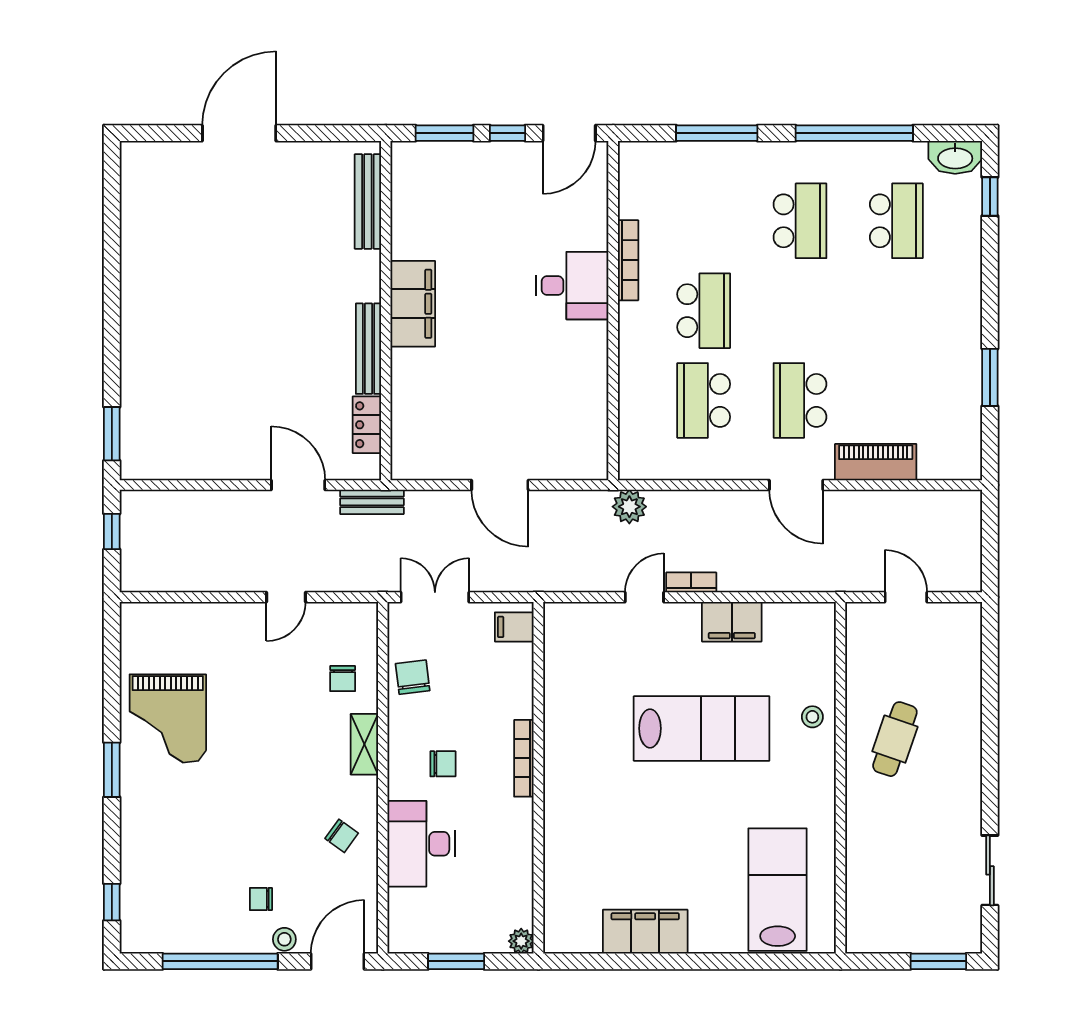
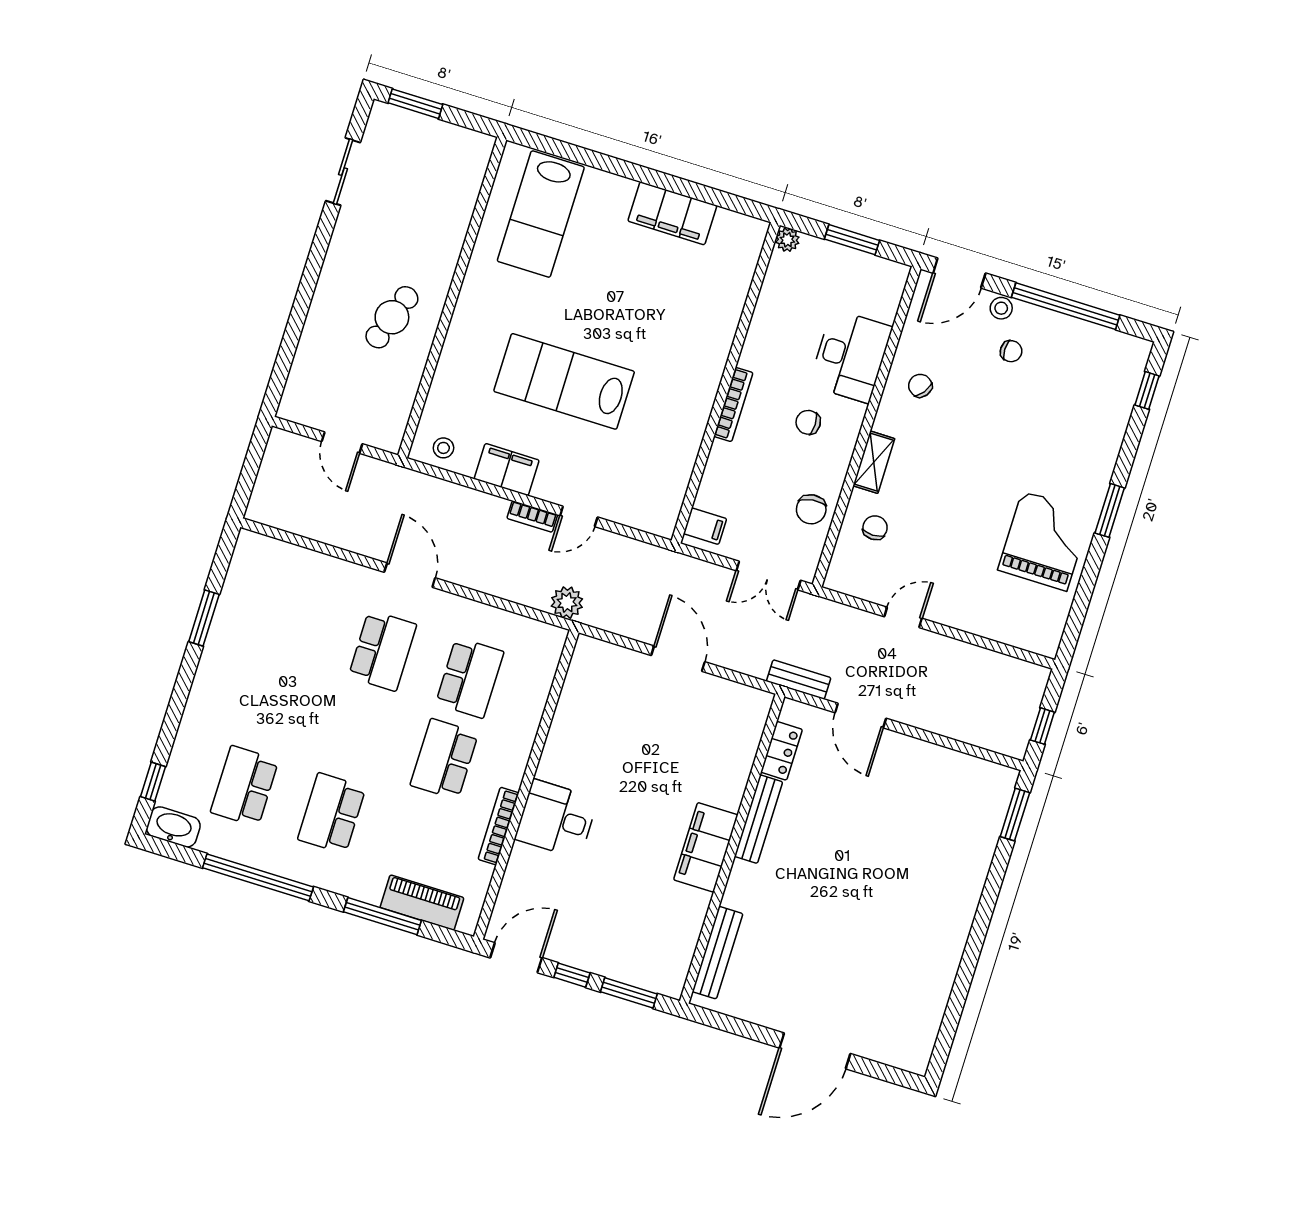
piano: (876, 462) -> (422, 903), moved, turned 180
stool: (812, 717) -> (443, 448), moved

